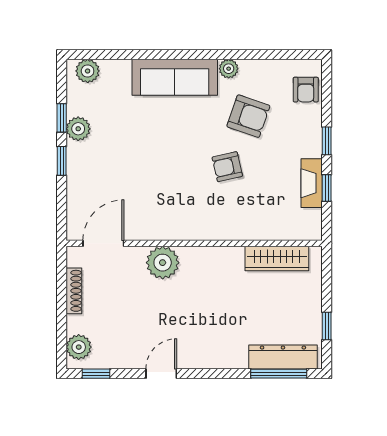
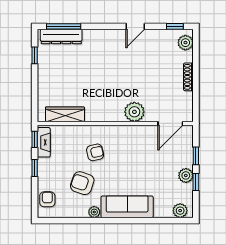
door: (103, 243) -> (170, 123), moved
wall: (194, 243) -> (115, 123), moved
wardrobe: (277, 258) -> (65, 114), moved
plant: (163, 263) -> (134, 112), moved

